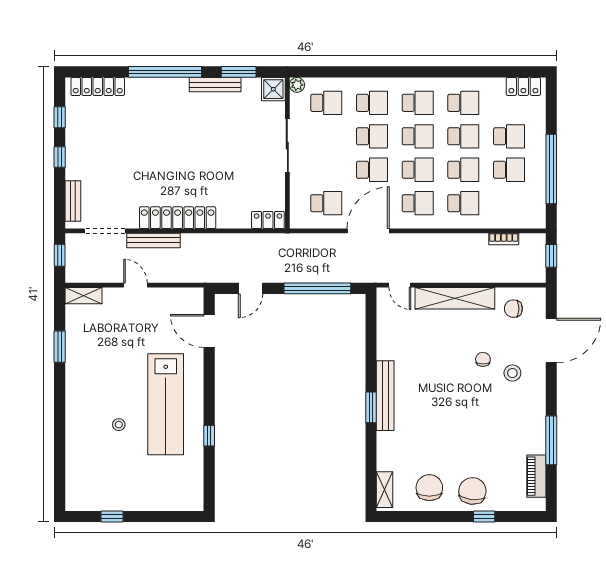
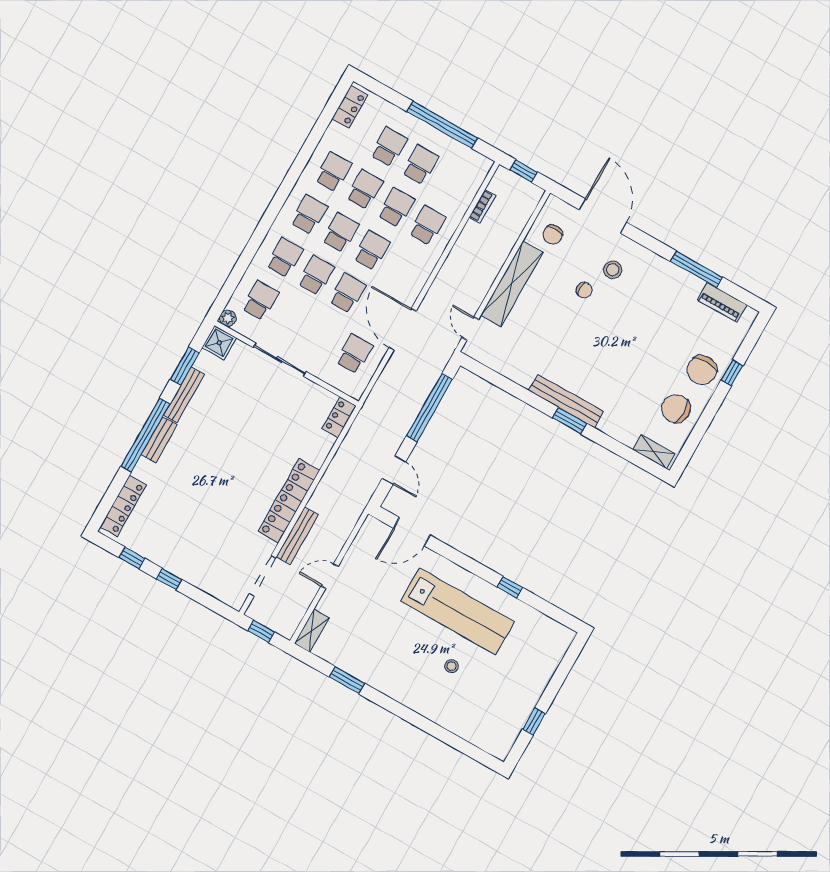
bench: (73, 201) -> (159, 440), moved, turned 90
school desk: (418, 203) -> (403, 268), removed
door: (400, 285) -> (470, 329), swing flipped
chair: (483, 359) -> (584, 290), turned 180
chair: (472, 491) -> (702, 370), turned -96

